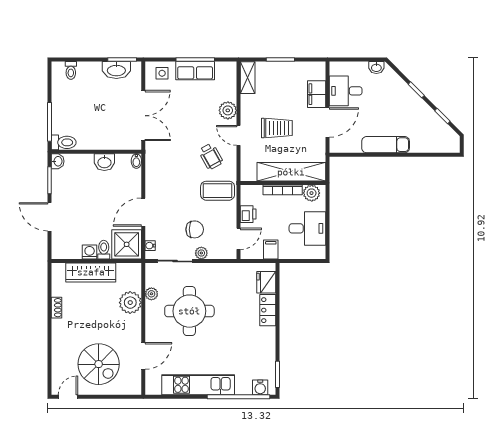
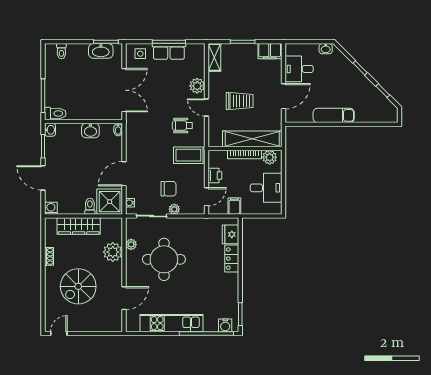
filing cabinet: (317, 94) -> (270, 51), moved, turned -90
wheelchair: (211, 156) -> (182, 125), turned 119
washing machine: (90, 252) -> (51, 208), moved
spiral stairs: (99, 364) -> (78, 286), moved, turned 90

